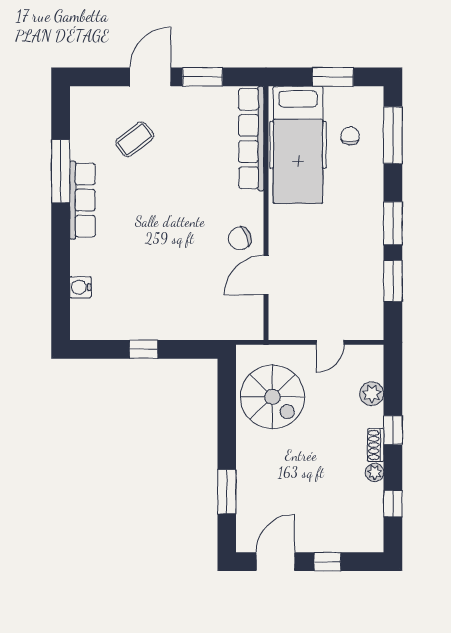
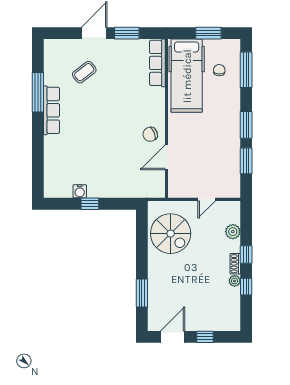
row of seats: (251, 138) -> (157, 63), width x0.73
water cooler: (80, 287) -> (80, 191), moved, turned -90
window: (393, 504) -> (246, 287), moved

